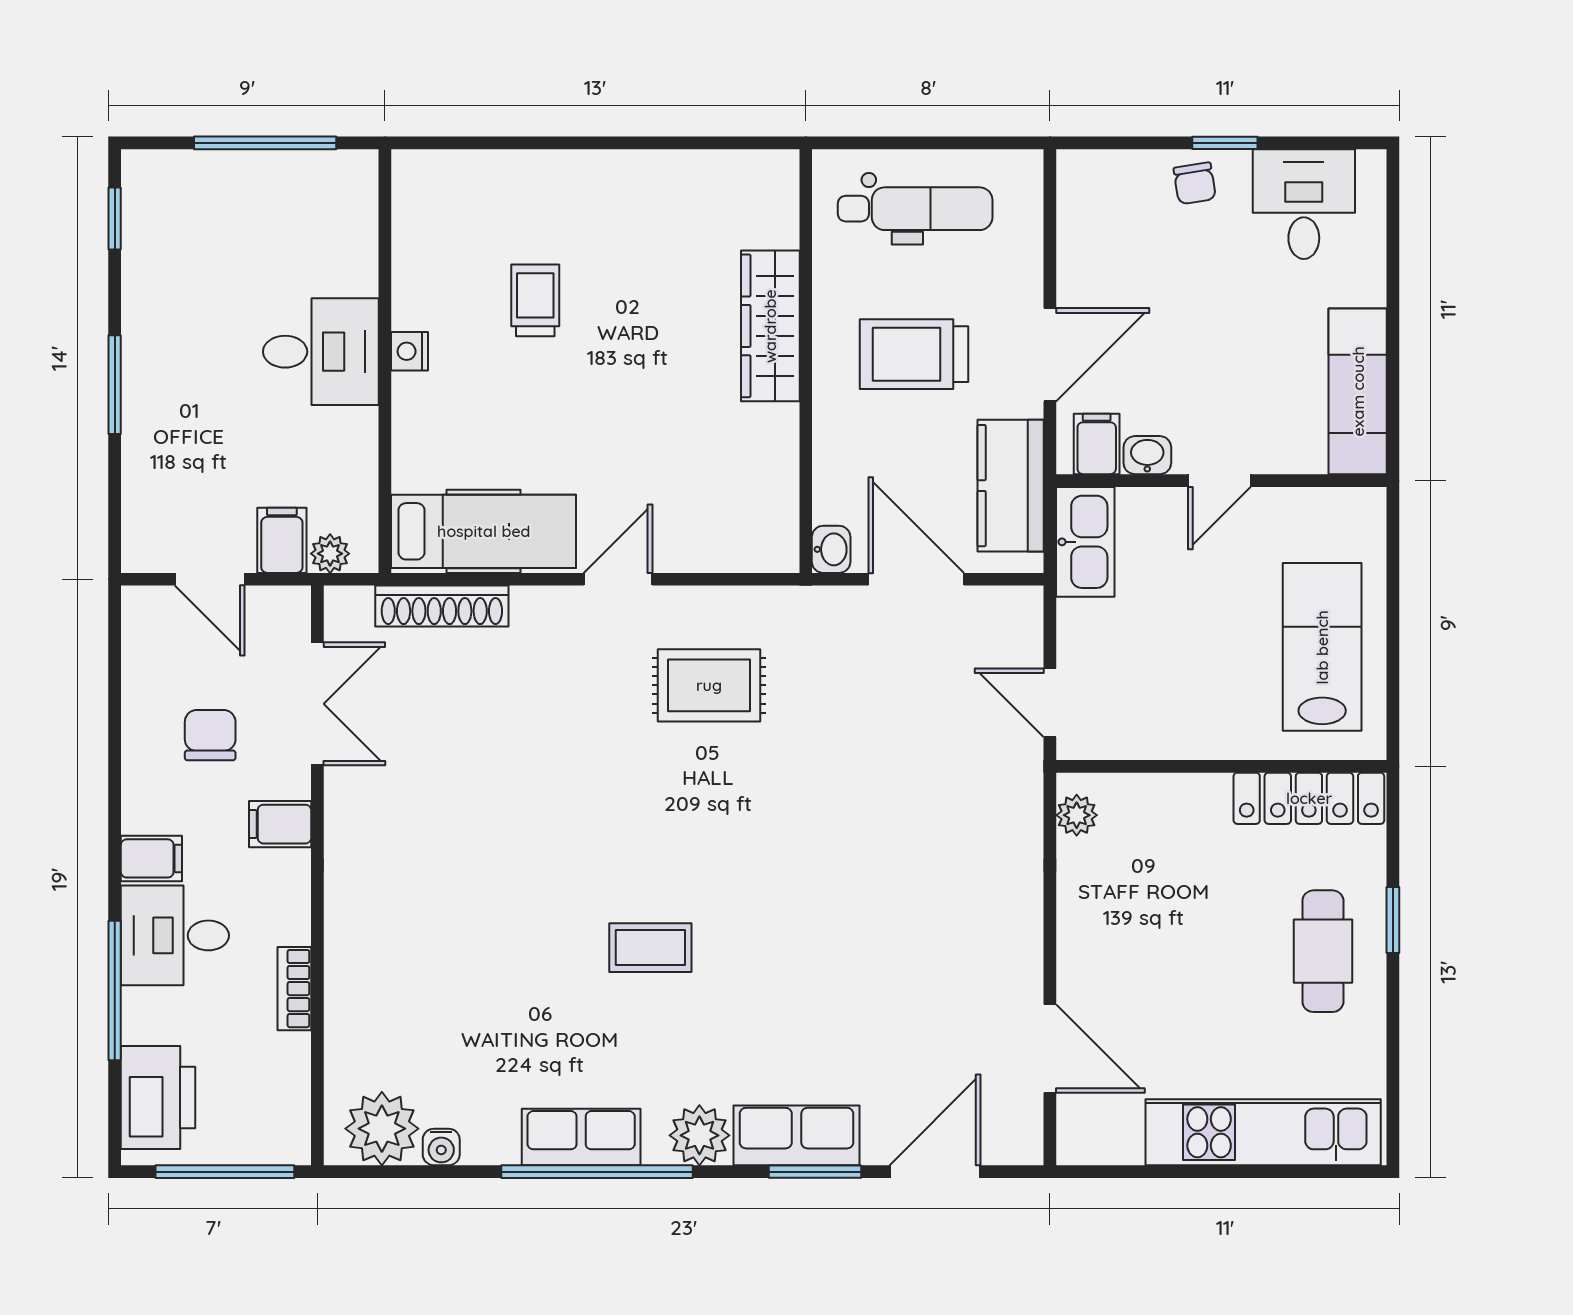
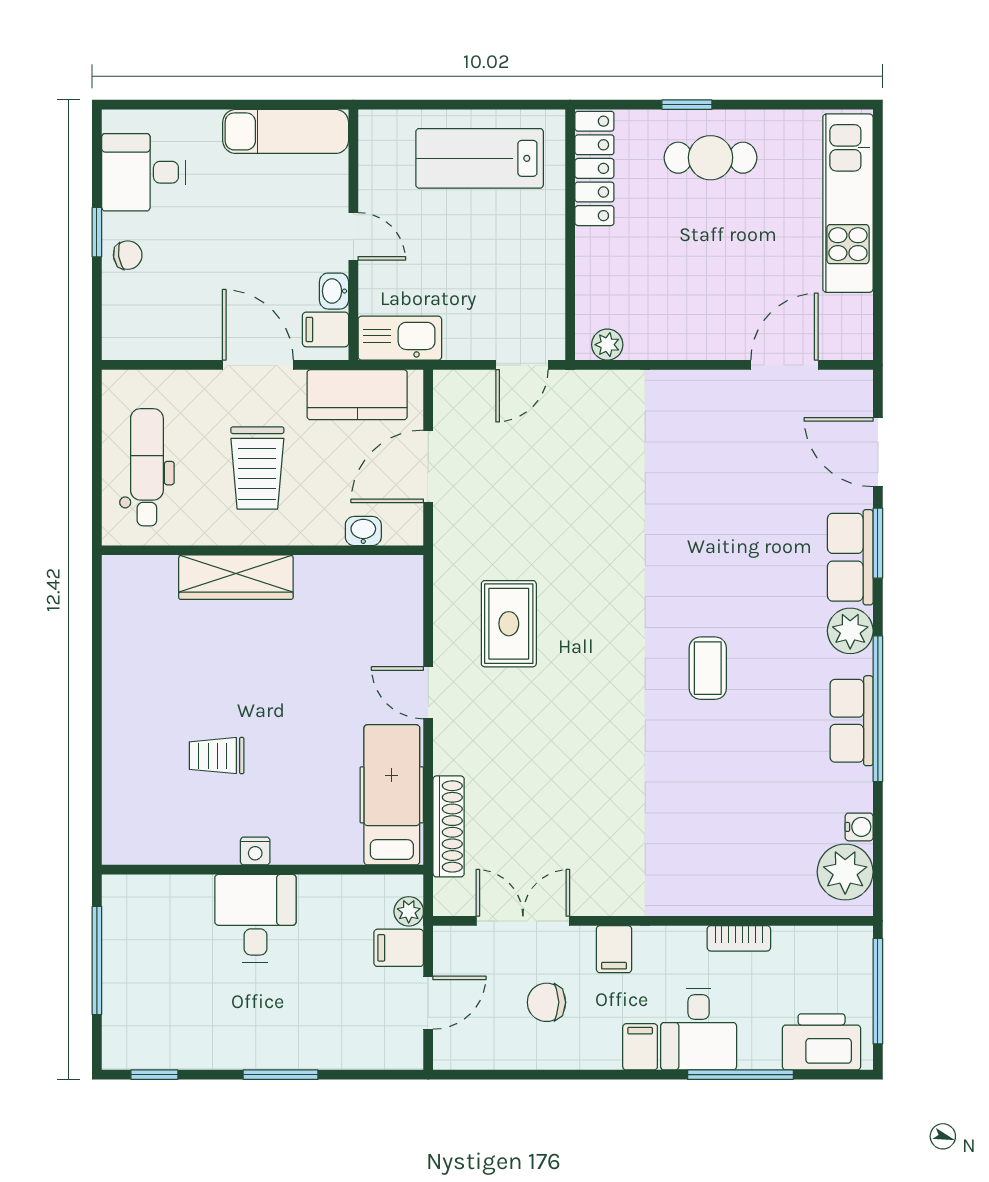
washbasin: (831, 549) -> (363, 531), moved

